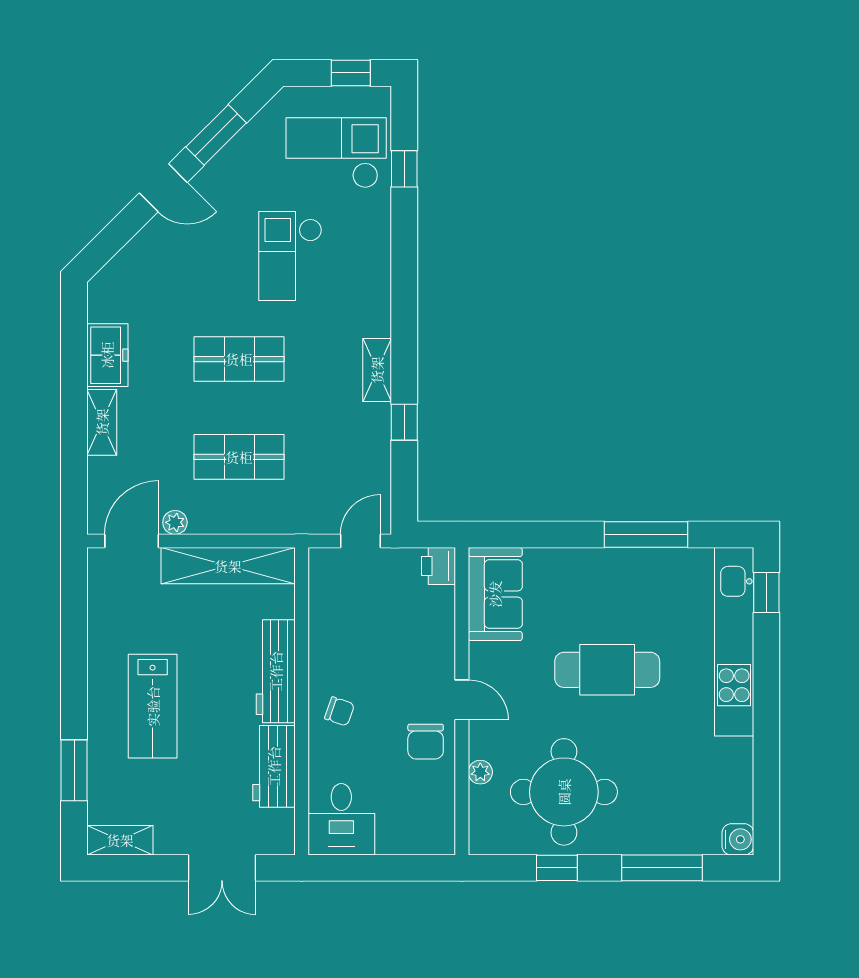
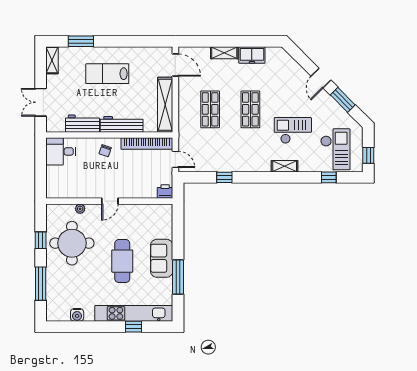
shelving: (377, 370) -> (285, 166), moved
plant: (175, 522) -> (183, 83), removed
window: (766, 592) -> (134, 327), moved
sofa: (495, 594) -> (162, 258), moved, turned 90
bookcase: (322, 610) -> (147, 144), added
chair: (426, 742) -> (93, 186), removed
water cooler: (738, 839) -> (77, 315), moved

